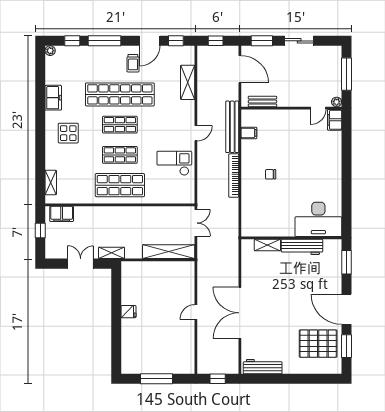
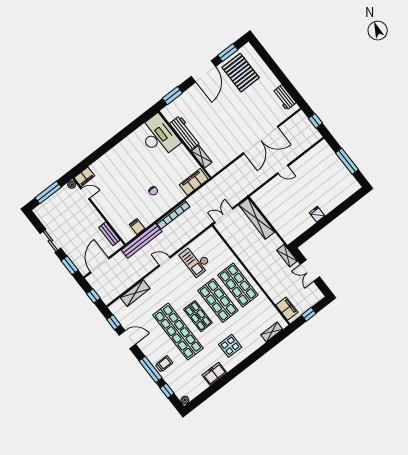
trolley: (133, 63) -> (164, 364), moved
shop shelf: (120, 155) -> (218, 301), width x1.43, depth x1.36
filing cabinet: (249, 219) -> (194, 182), added
workbench: (263, 367) -> (284, 97), width x0.73

